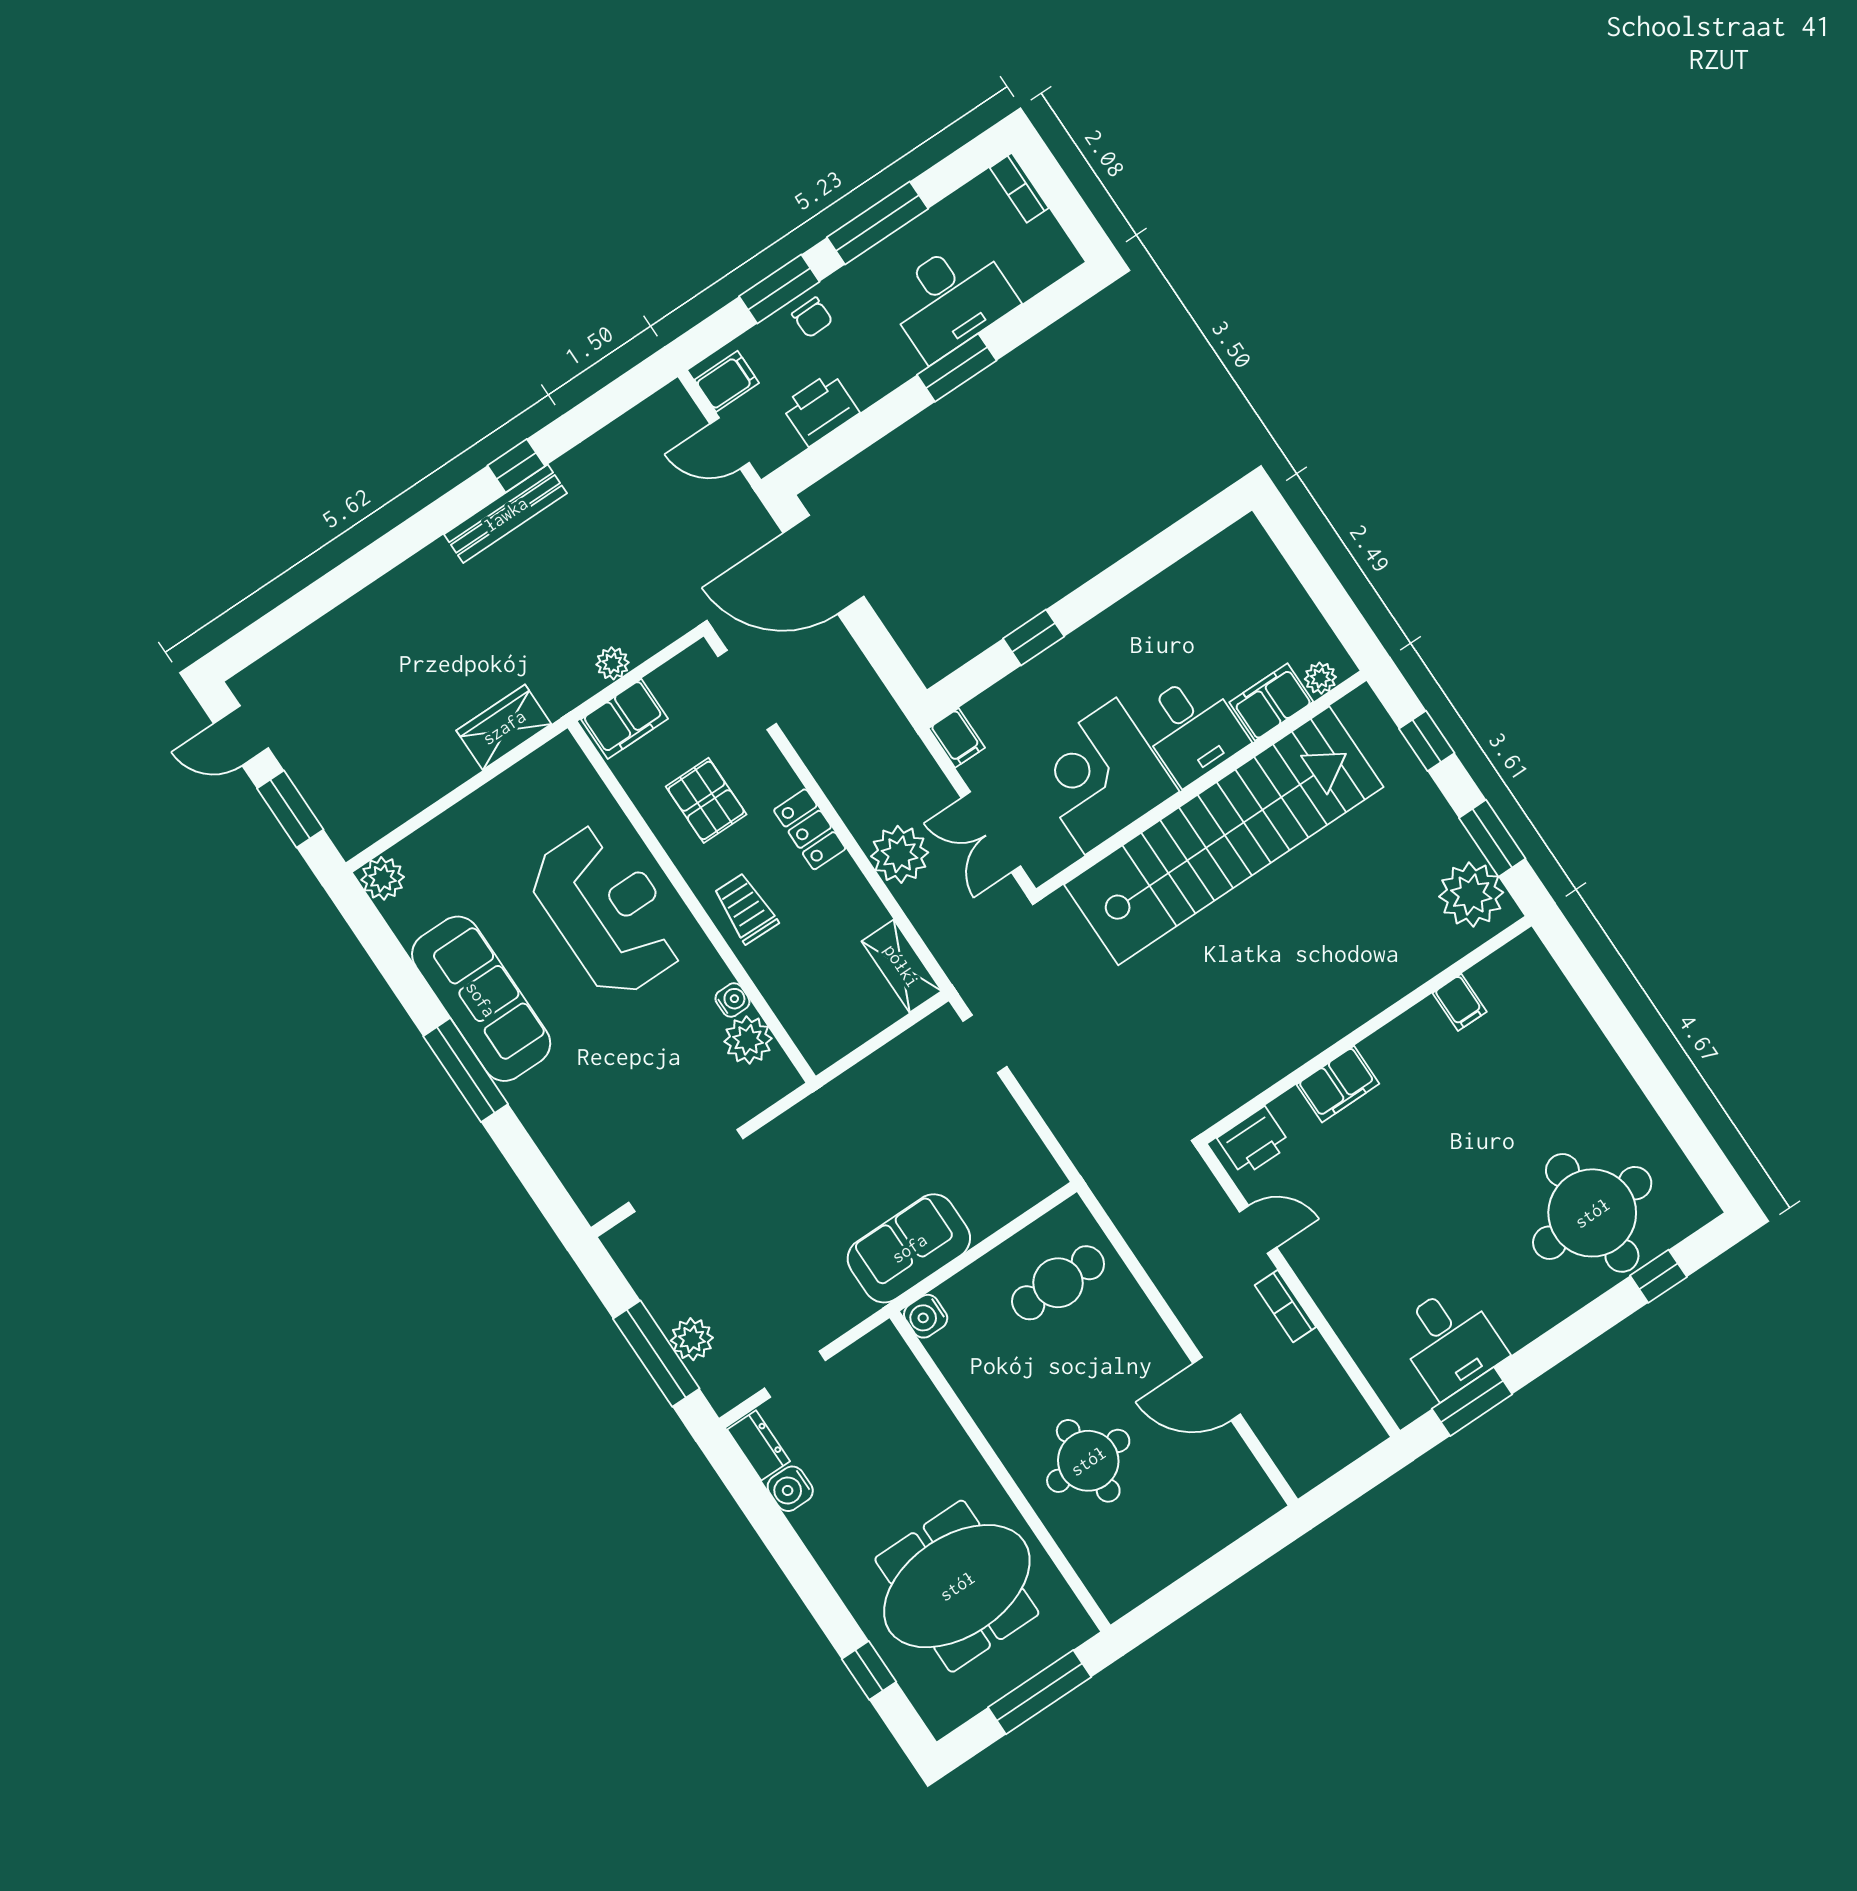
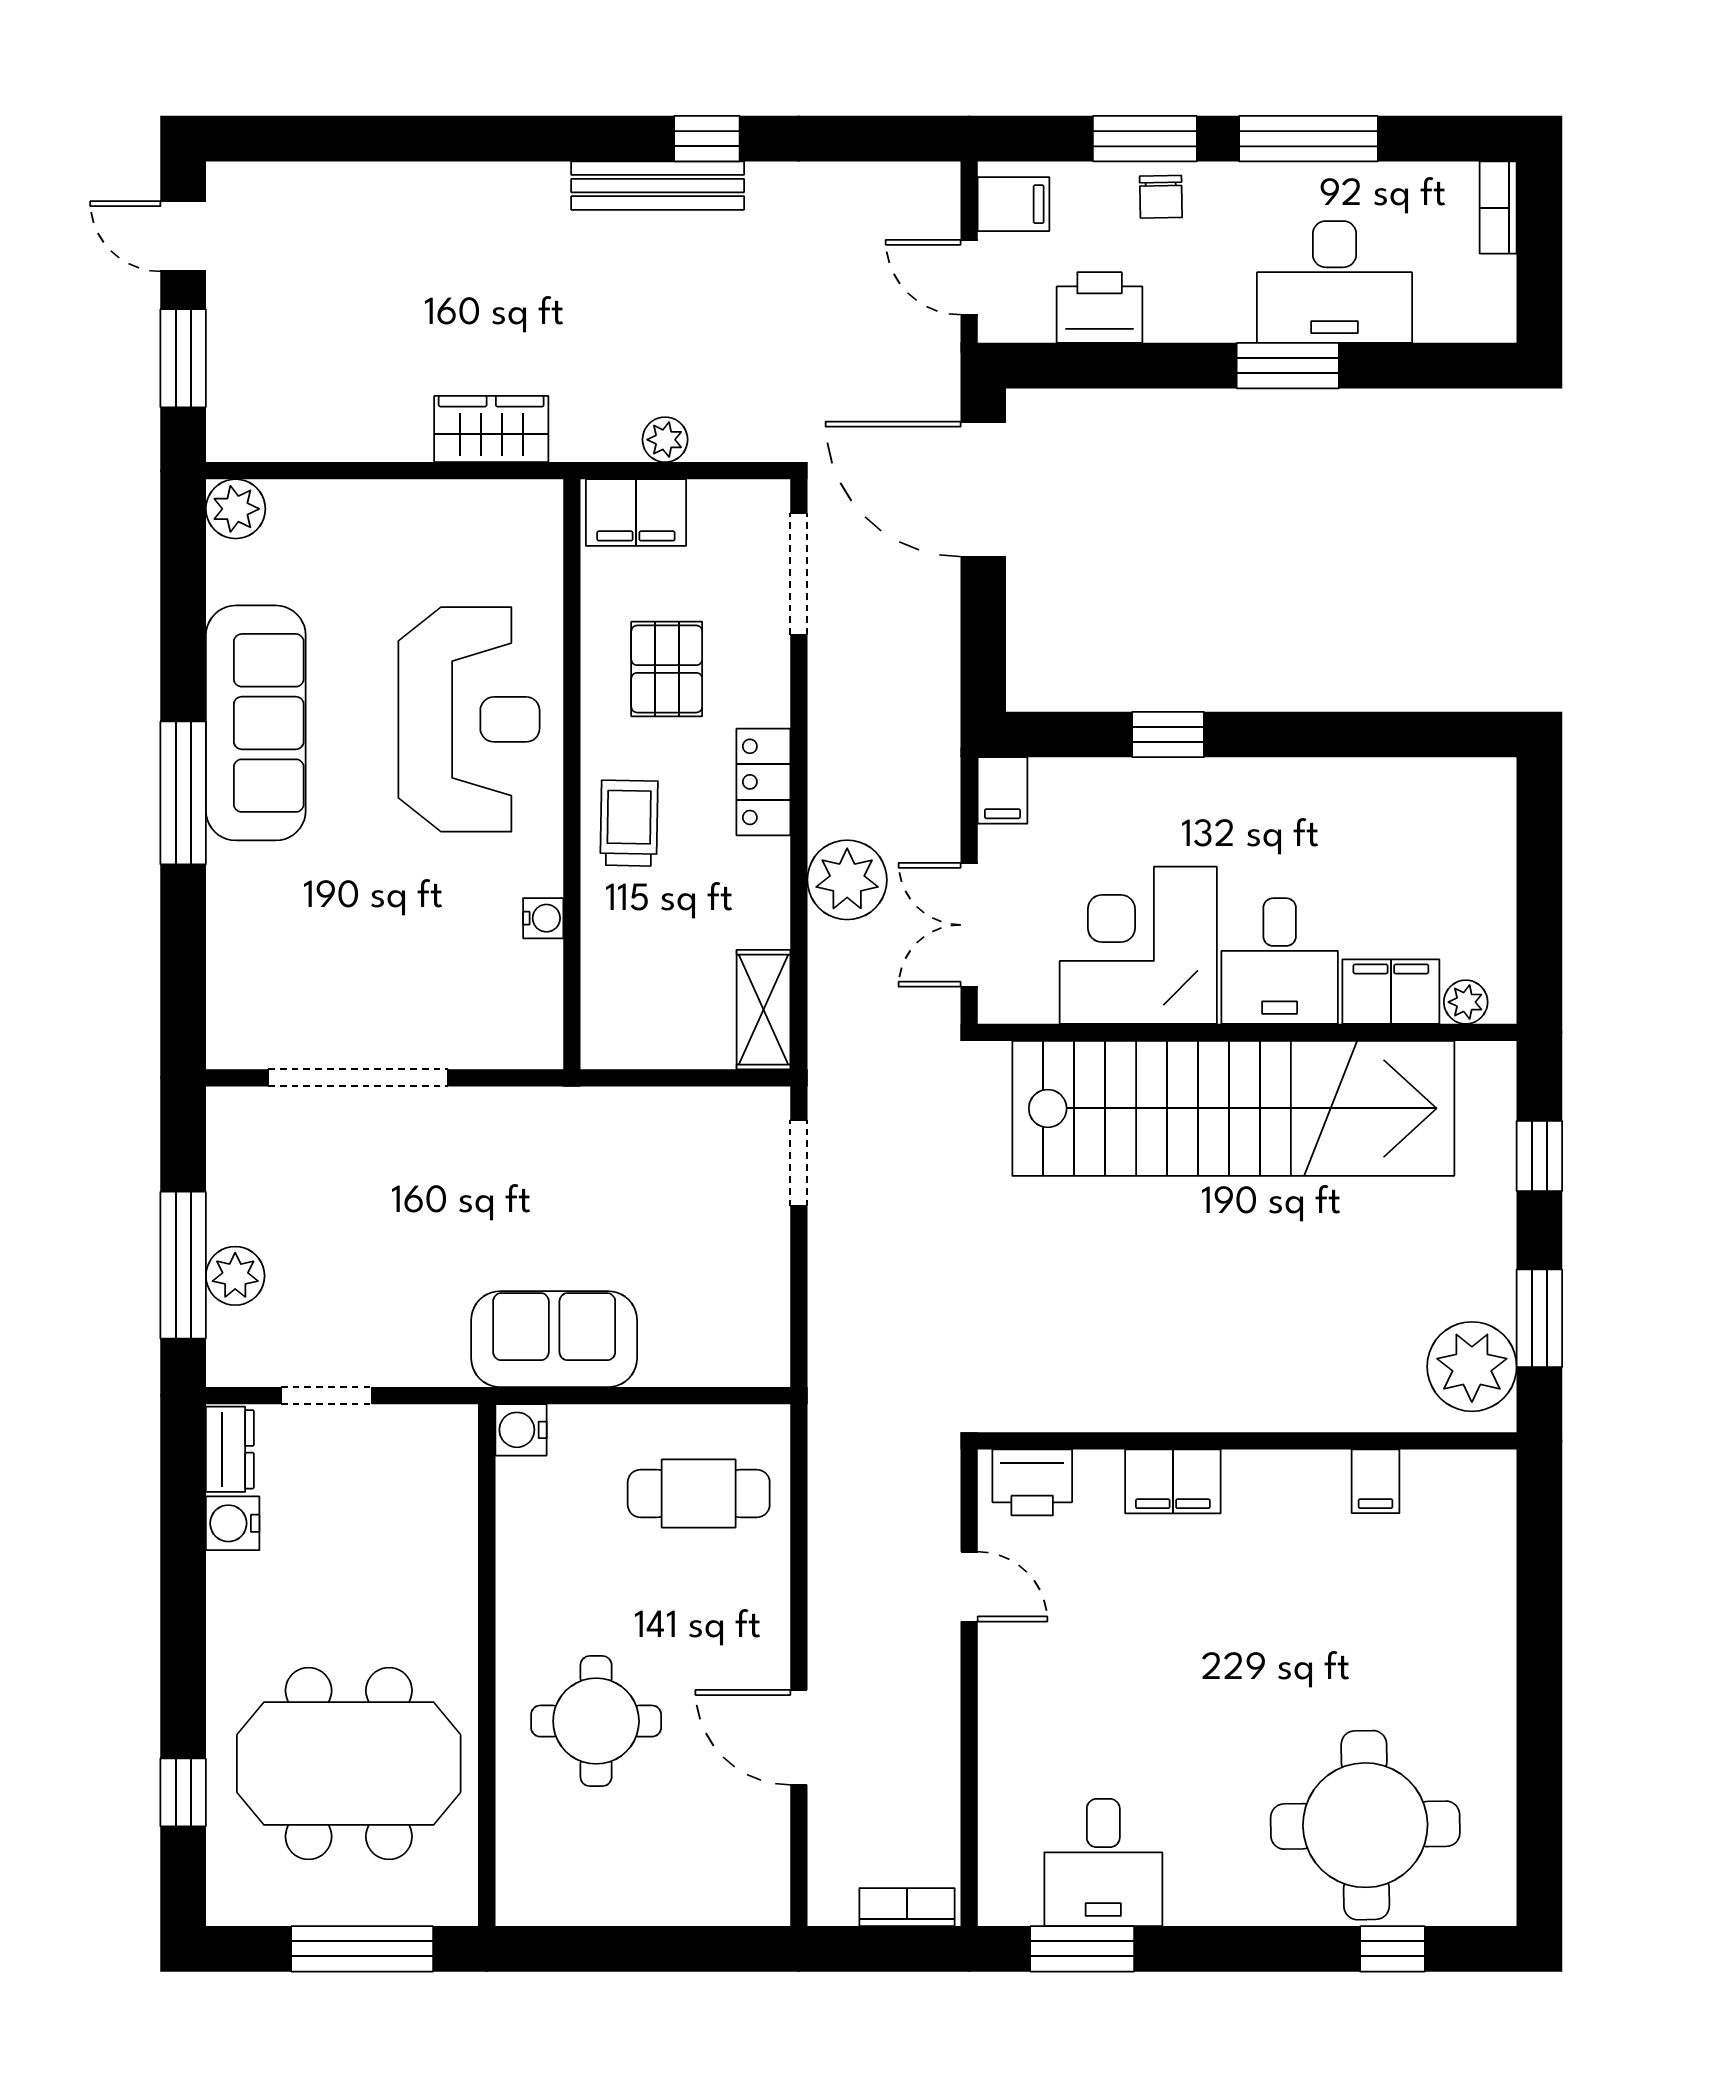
plant: (748, 1040) -> (530, 976), removed
bookcase: (1285, 1306) -> (907, 1907), moved, turned 90

